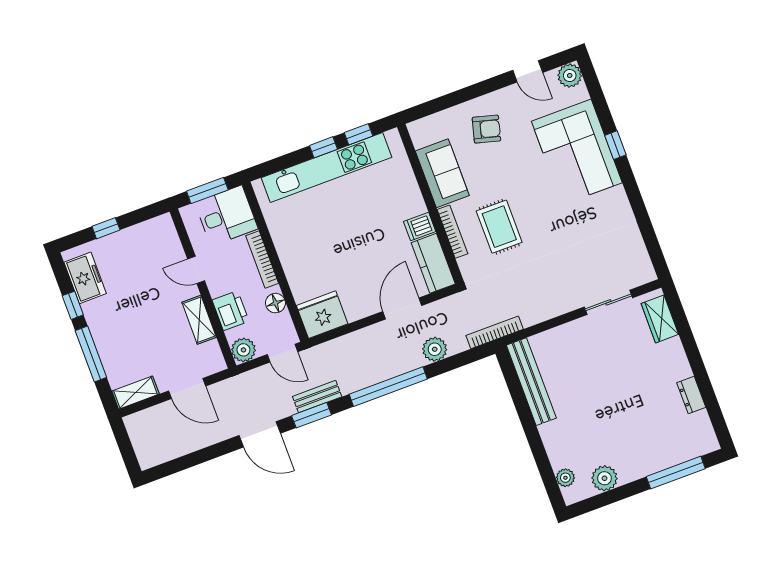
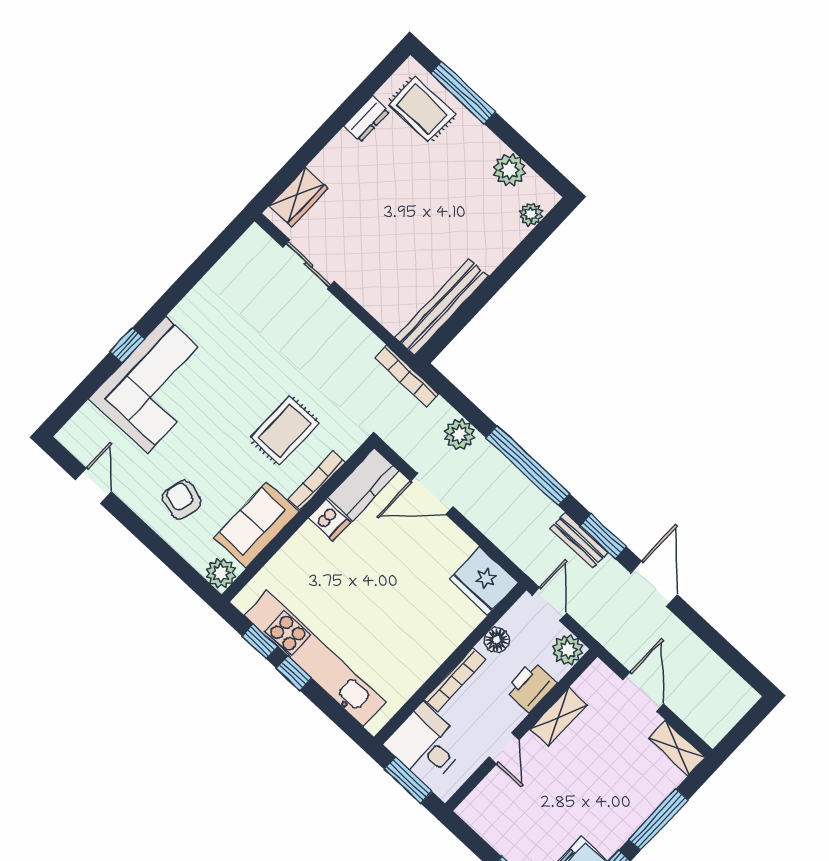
plant: (570, 76) -> (221, 573), moved
rug: (679, 438) -> (422, 109), added

